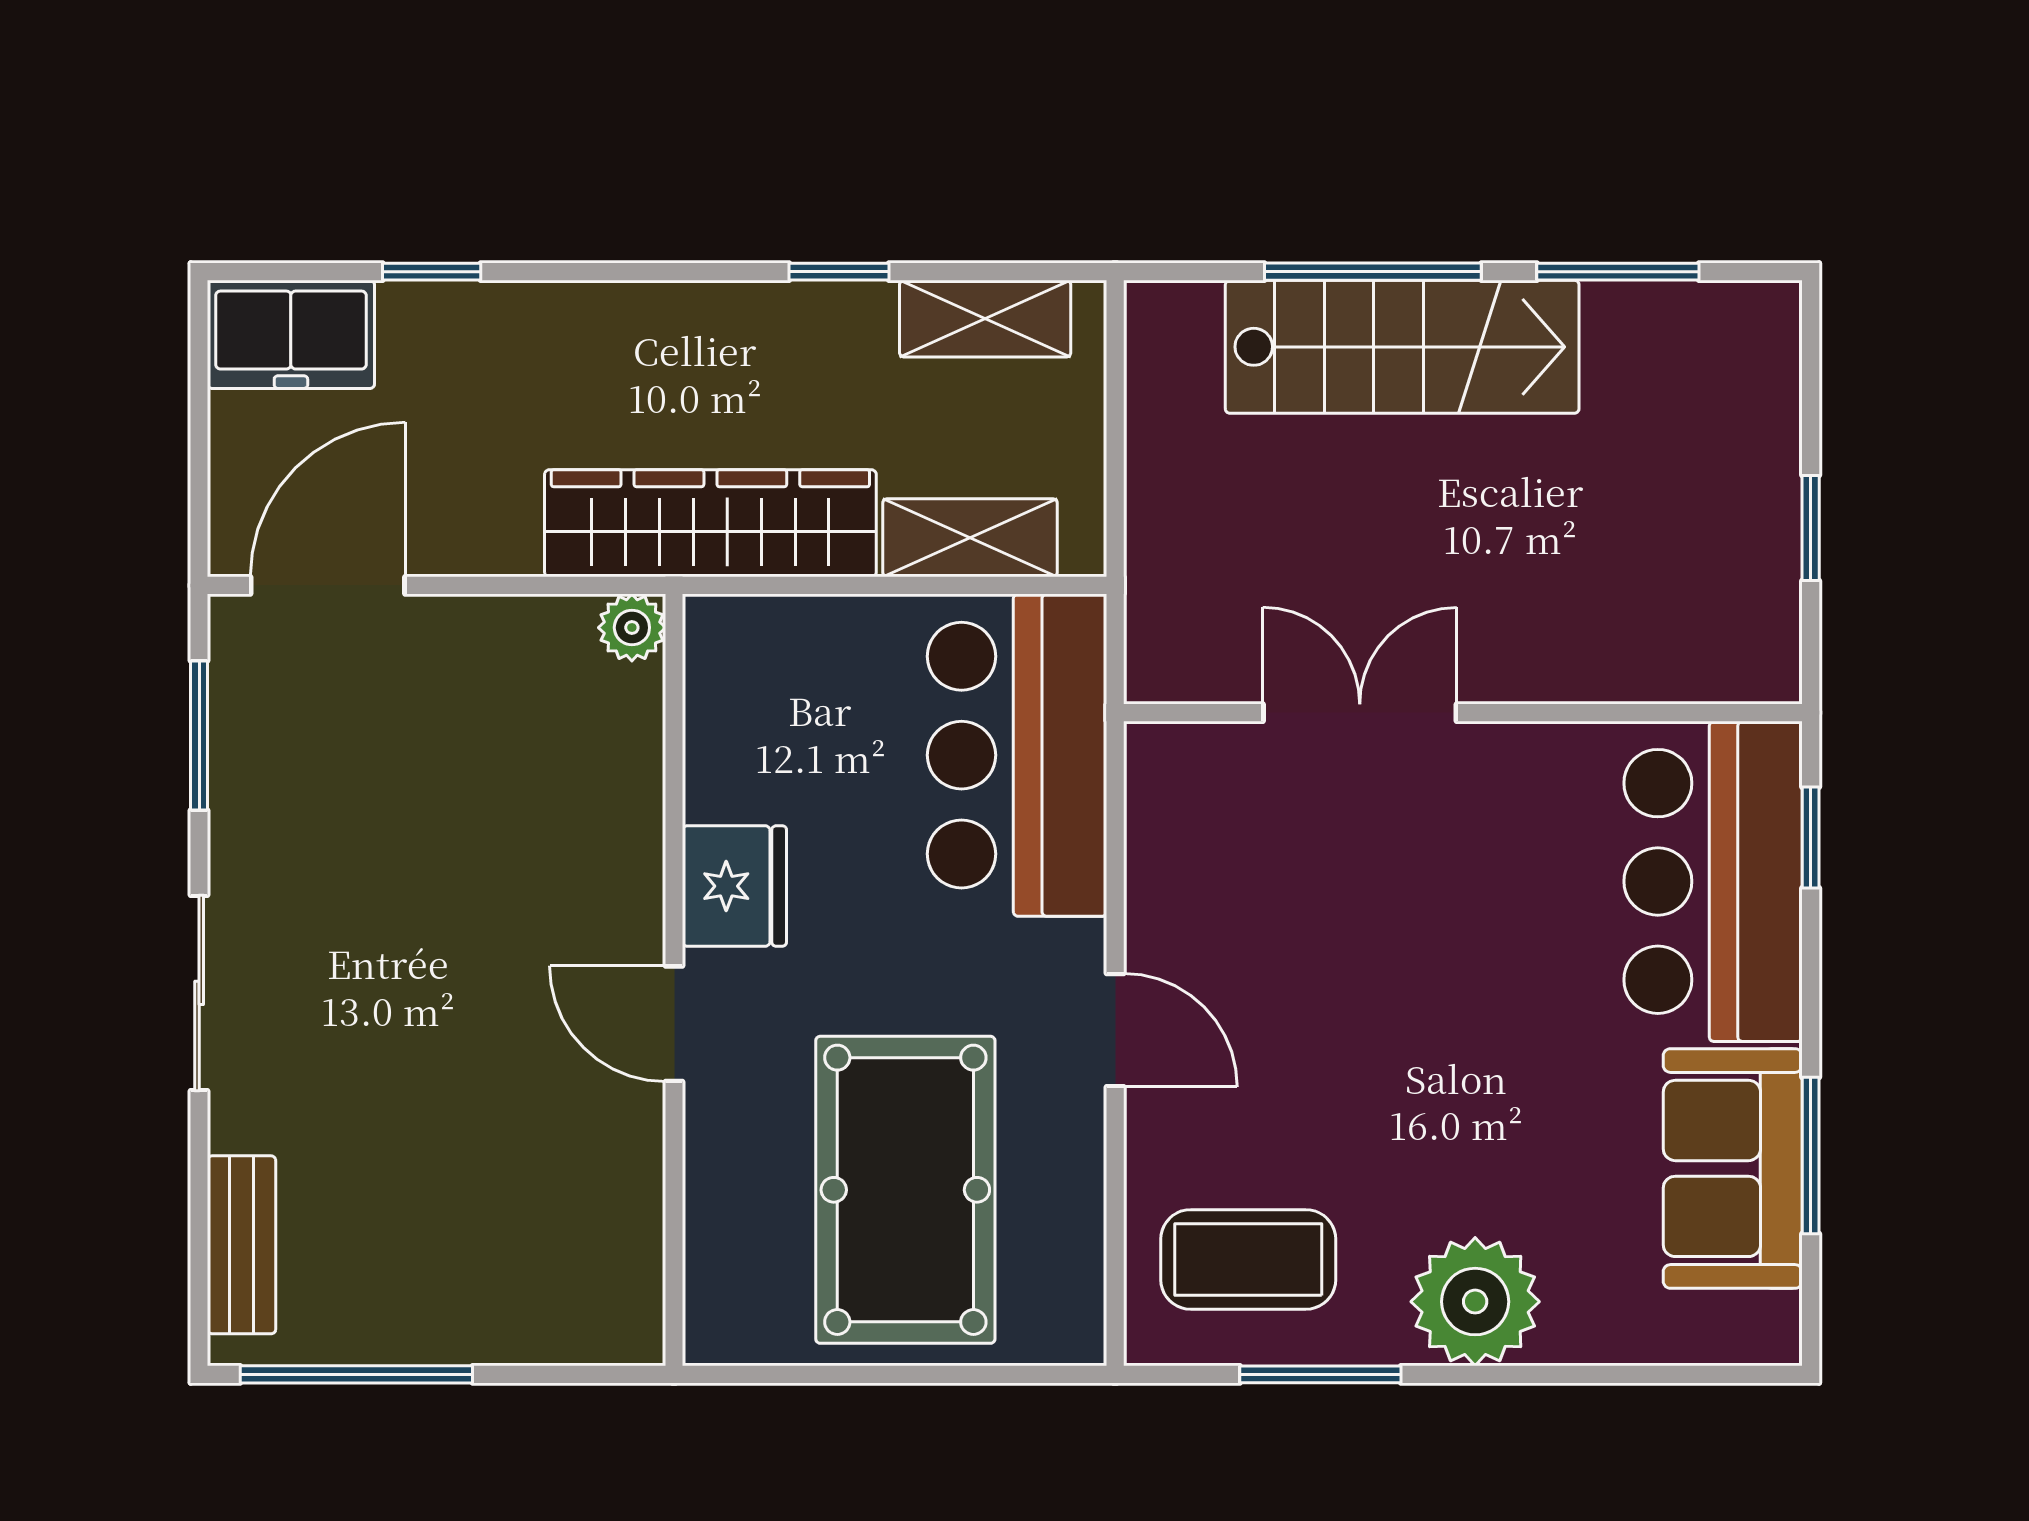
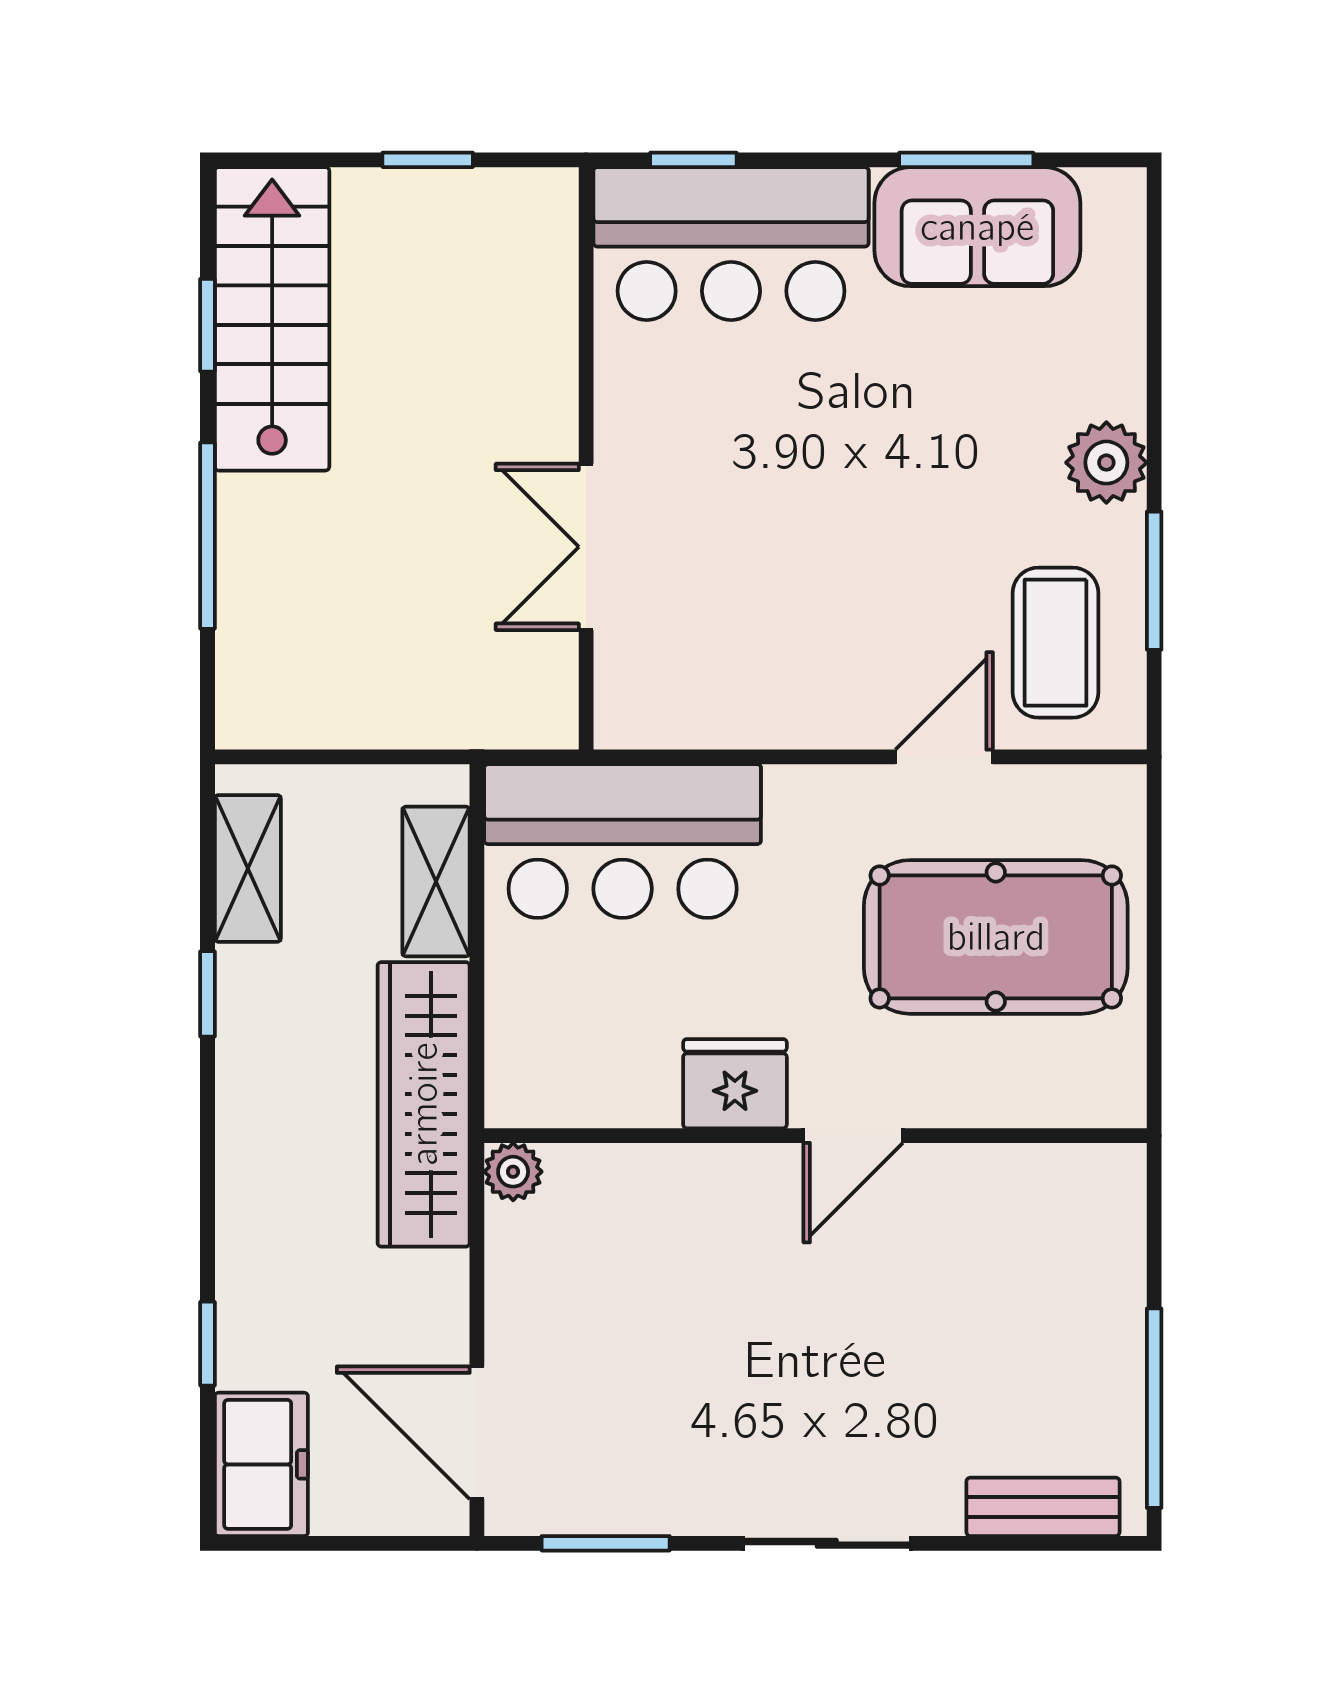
window: (1618, 272) -> (208, 325), width x0.67
stairs: (1402, 347) -> (272, 319), moved
door: (1115, 1030) -> (944, 757), moved
plant: (1475, 1302) -> (1106, 463), width x0.73, depth x0.73

